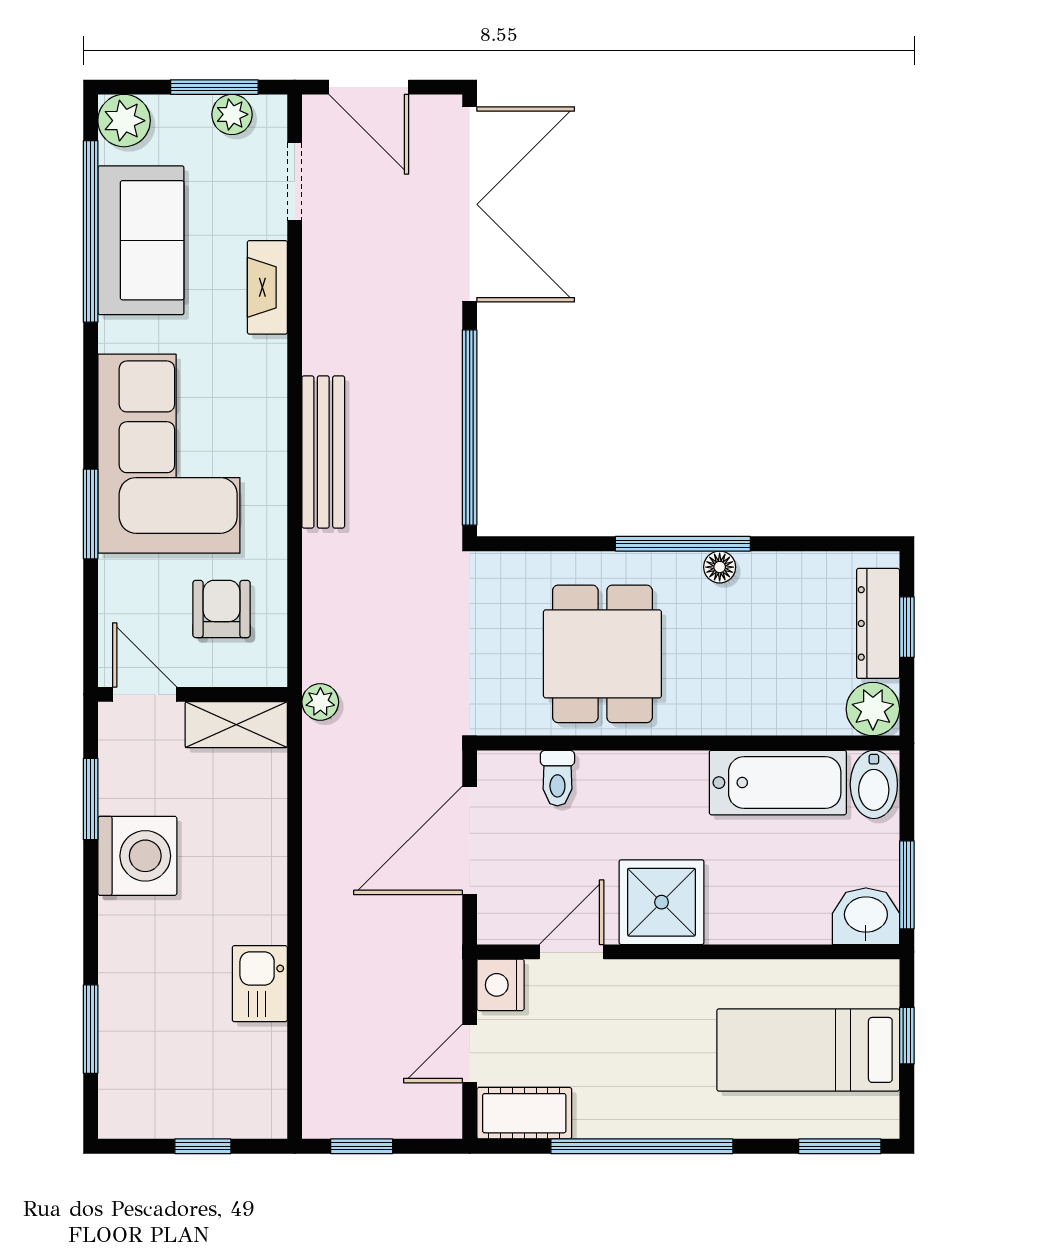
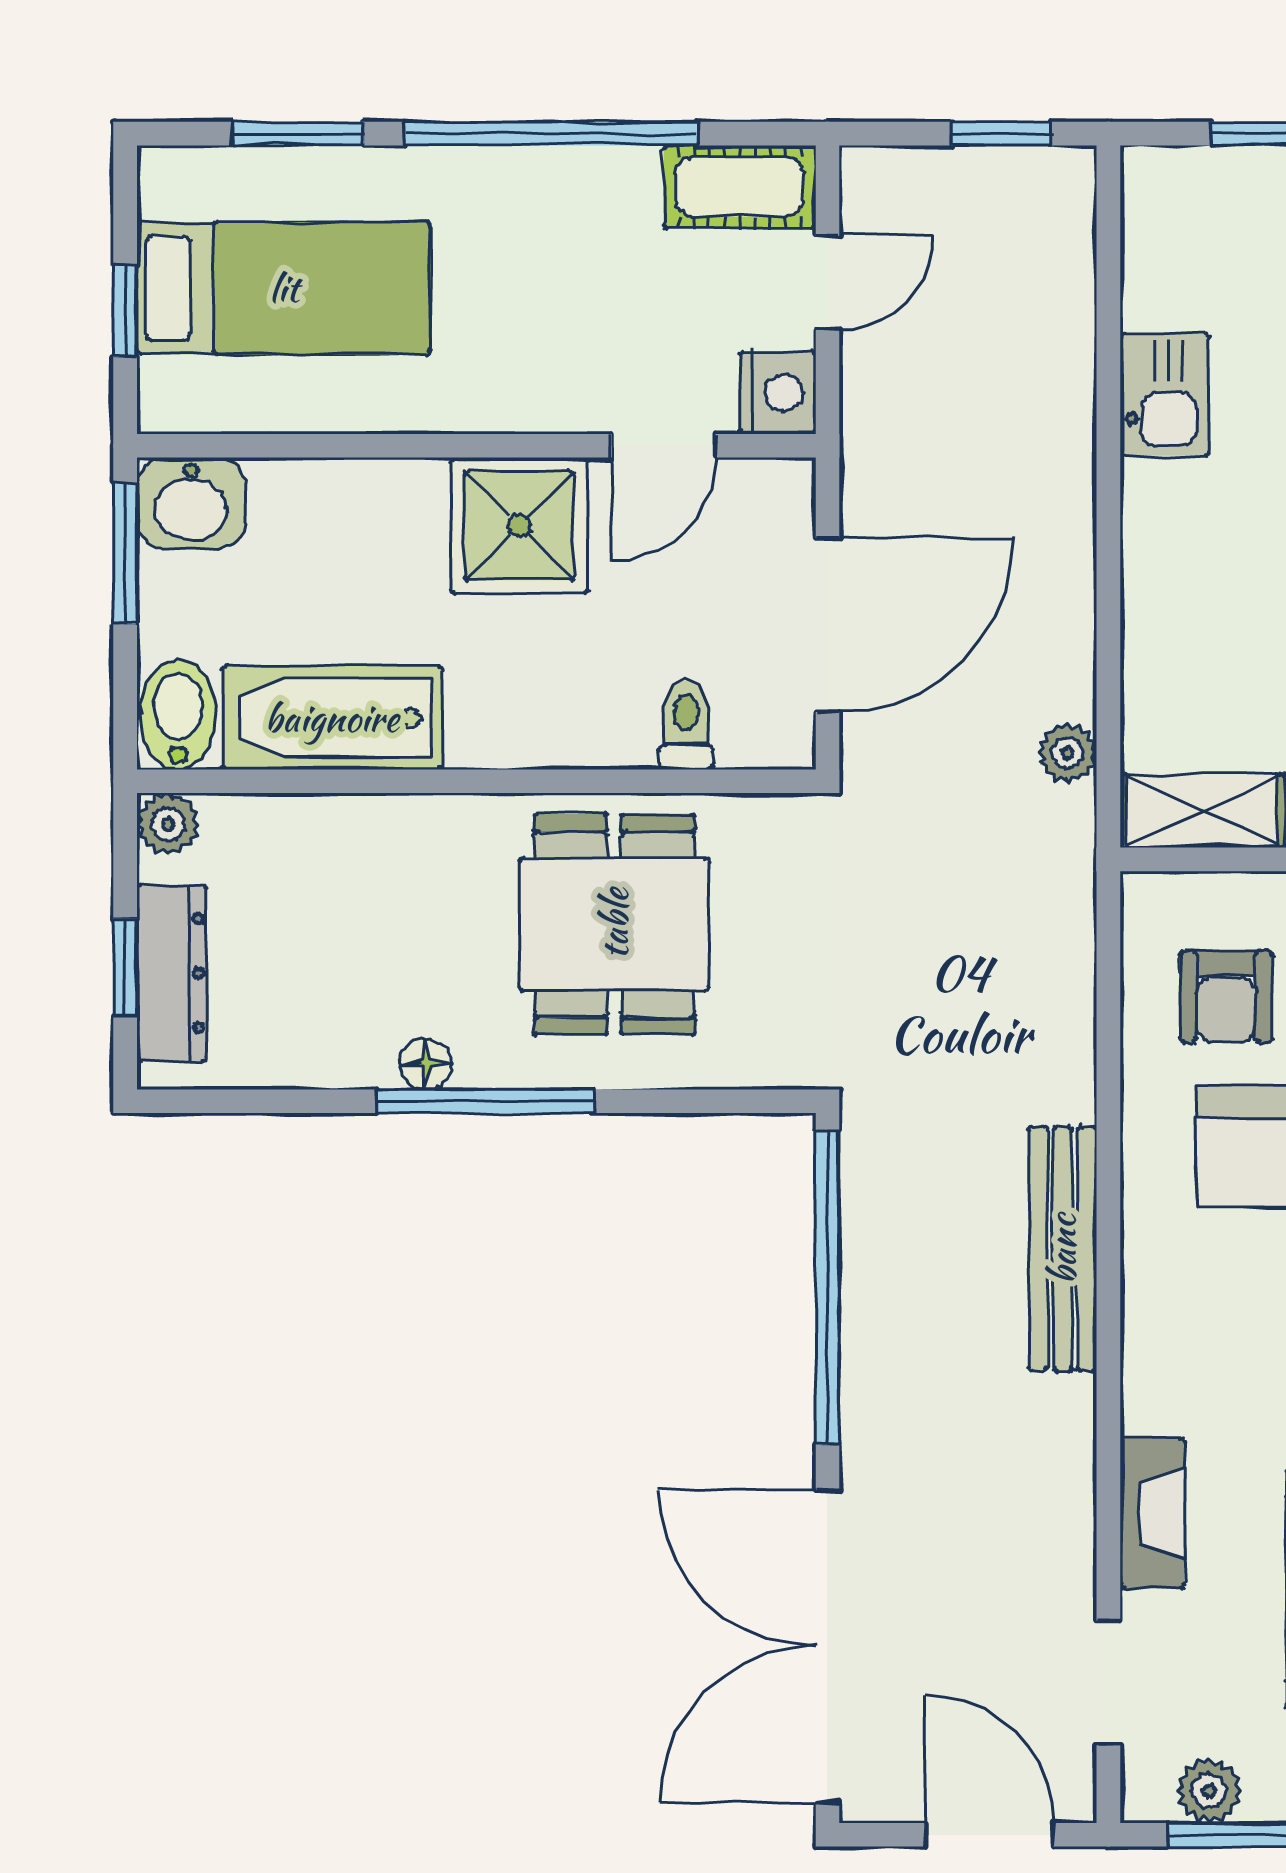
plant: (320, 702) -> (1067, 753), moved
plant: (873, 709) -> (168, 824), width x0.73, depth x0.73
window: (840, 1146) -> (298, 134), moved

